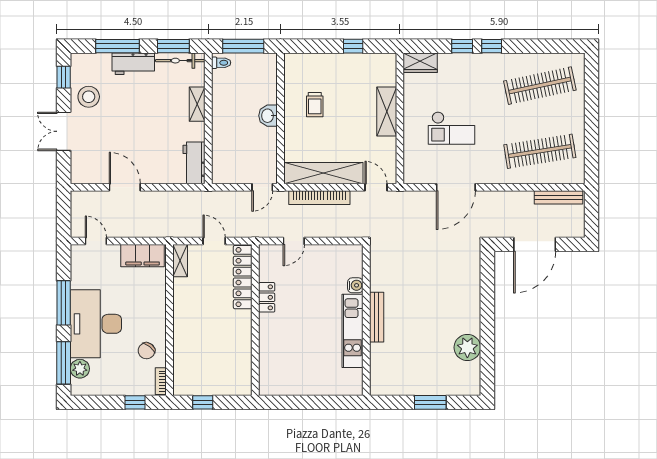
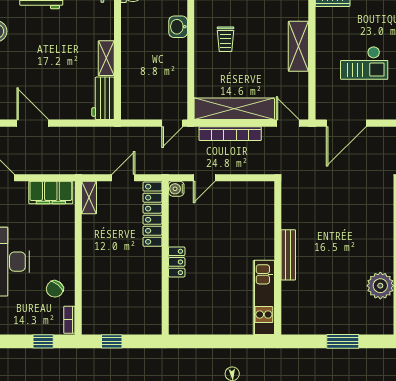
shelving: (197, 104) -> (106, 58), moved
washbasin: (268, 116) -> (178, 27), moved
door: (456, 187) -> (346, 123), moved
door: (214, 241) -> (123, 178), hinge flipped
water cooler: (355, 285) -> (176, 189), moved, turned 180
locker: (267, 297) -> (177, 262), moved
kitchen unit: (353, 331) -> (264, 297), moved

